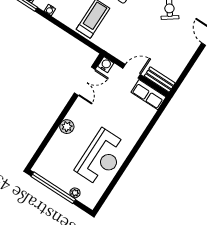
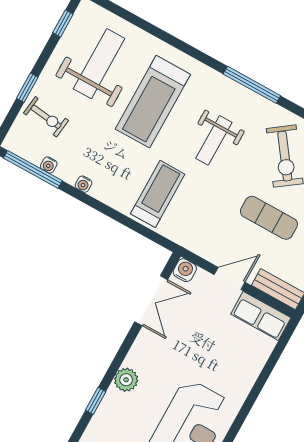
exercise mat: (157, 37) -> (269, 218), added
window: (48, 138) -> (96, 401), added

